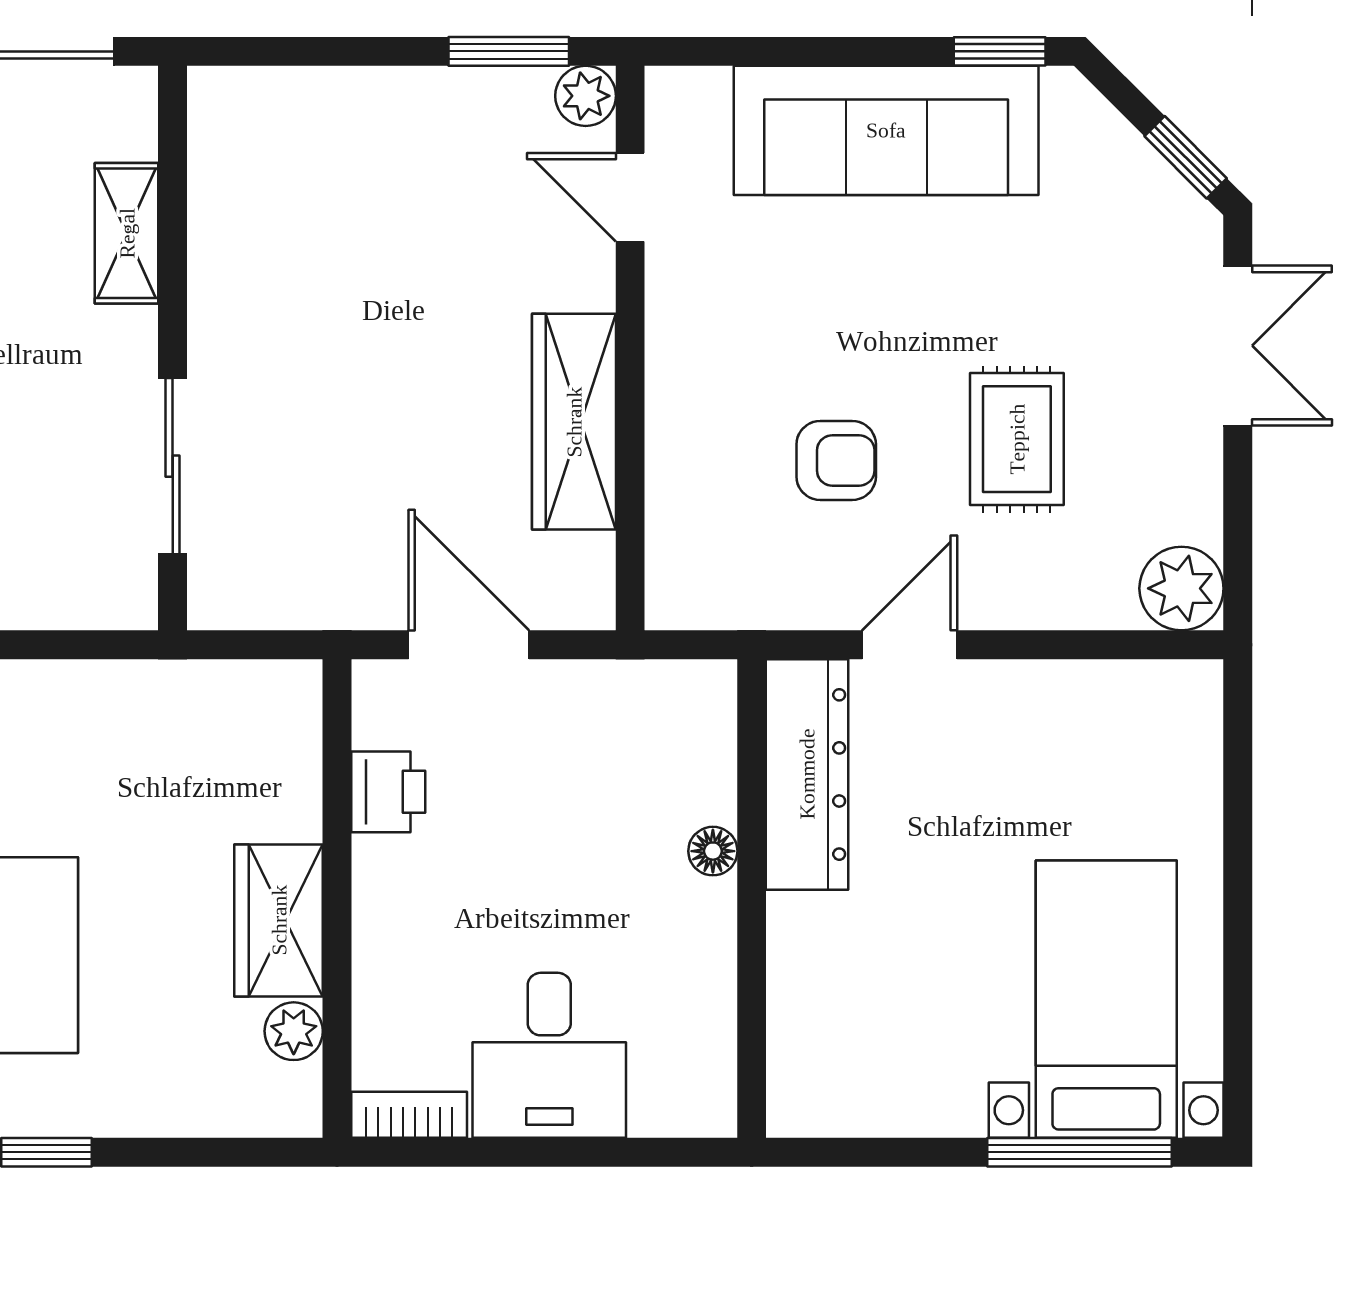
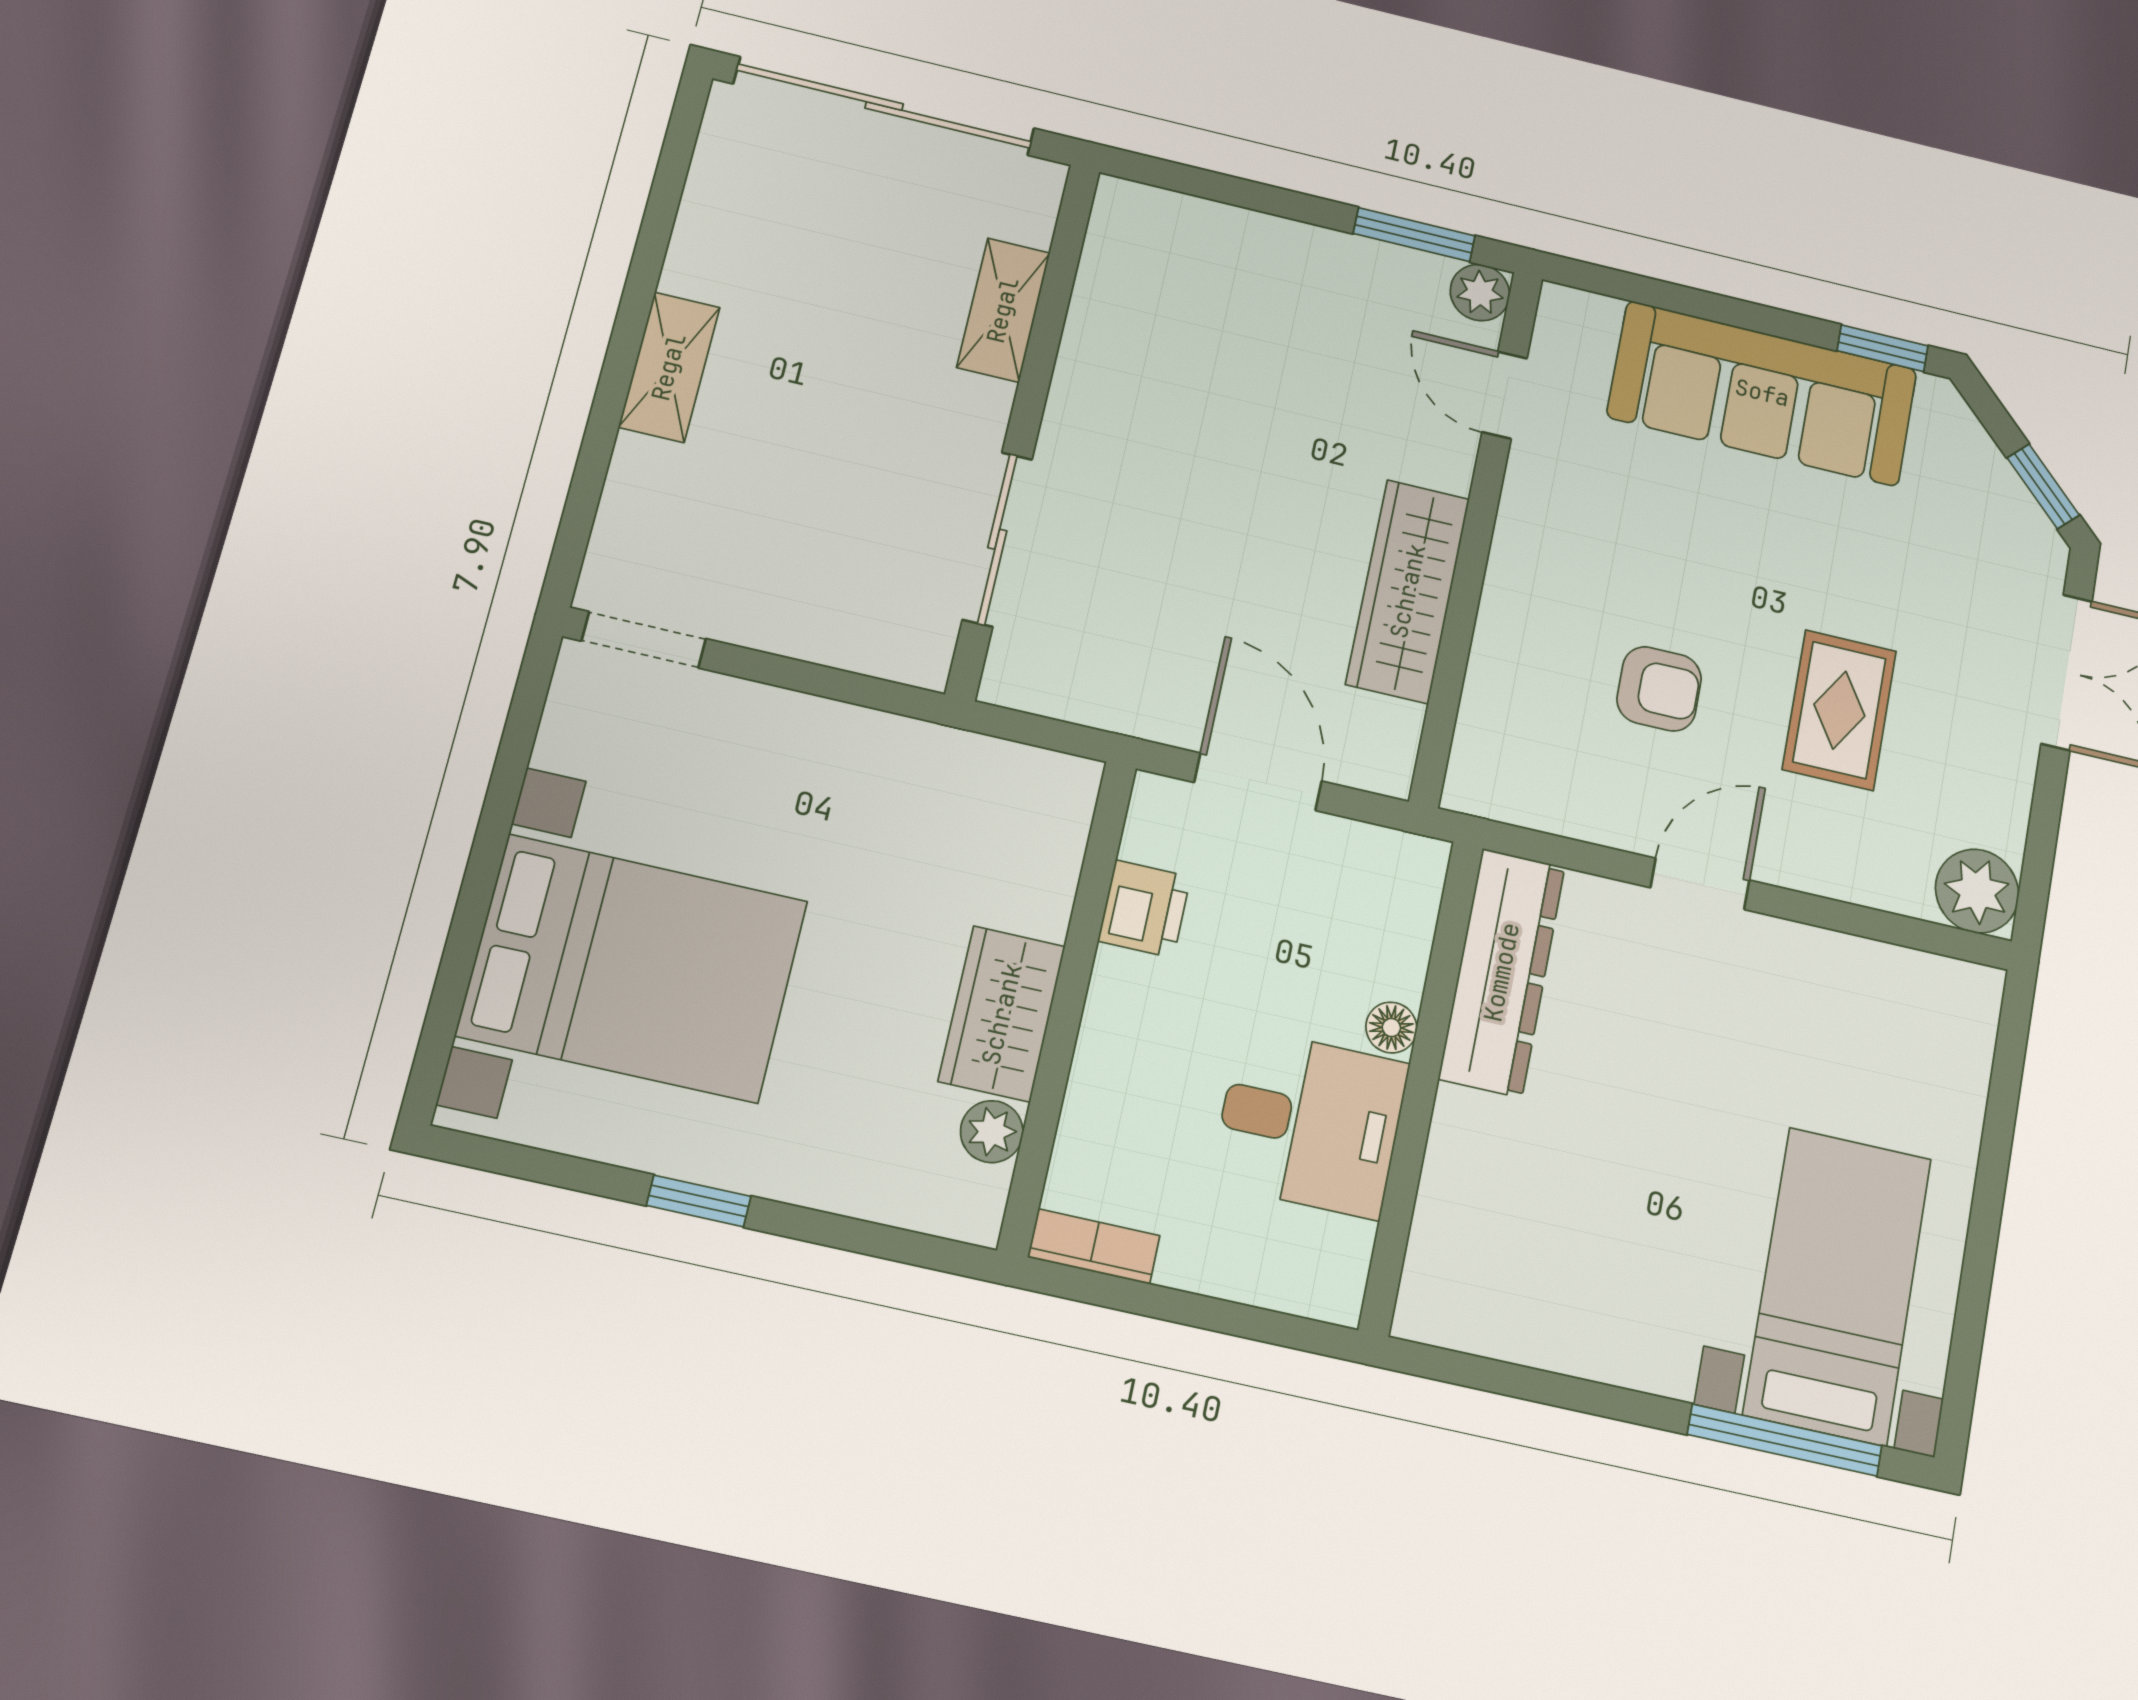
dresser: (807, 774) -> (1502, 972), moved
floor lamp: (713, 851) -> (1391, 1028), moved
wall: (752, 899) -> (1422, 1085), moved
desk: (549, 1055) -> (1310, 1123), moved, turned -90

